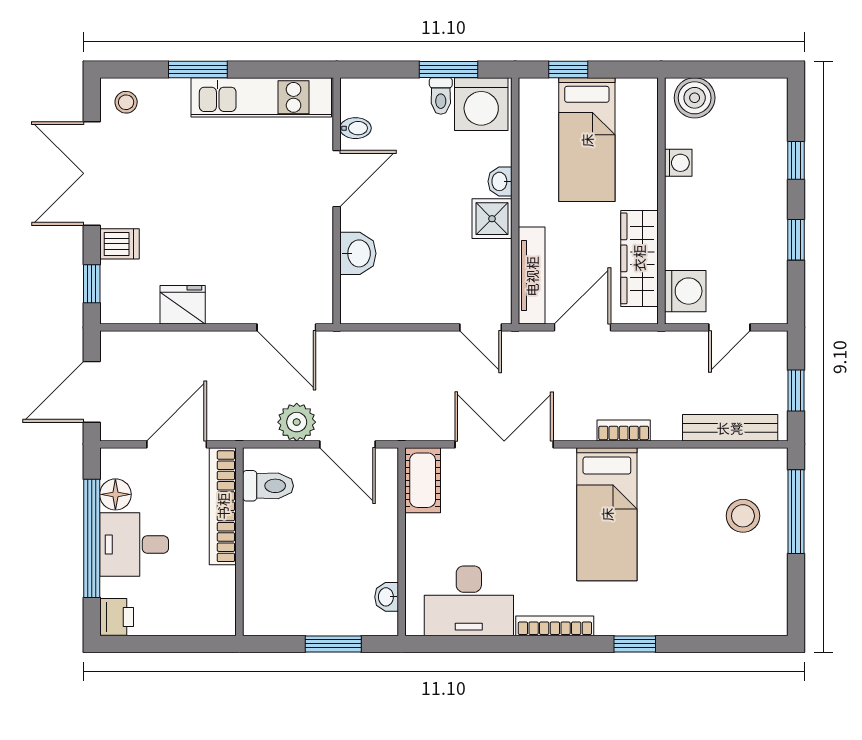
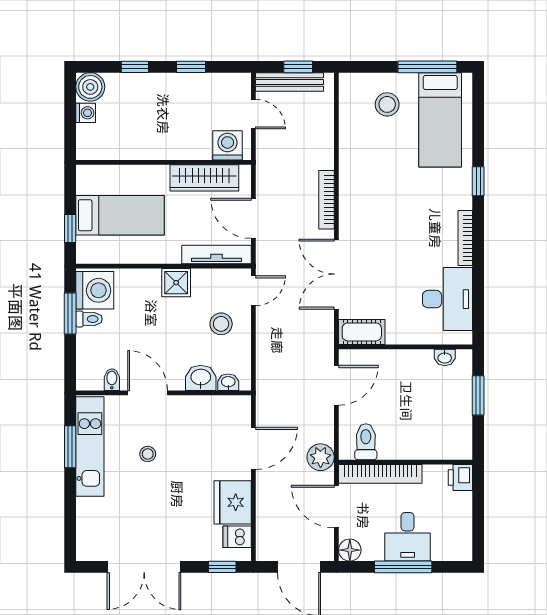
window: (198, 69) -> (70, 447), moved
boiler: (695, 98) -> (90, 87), moved
stool: (126, 102) -> (148, 454), moved
washing machine: (678, 163) -> (86, 113), moved, turned 90
washbasin: (500, 181) -> (228, 382), moved, turned 180
dishwasher: (119, 244) -> (237, 537), moved, turned -90
stool: (434, 282) -> (221, 324), added
fridge: (183, 305) -> (233, 502), width x1.36, depth x1.34
door: (286, 327) -> (253, 448), moved
plant: (297, 422) -> (321, 457), moved
bench: (730, 428) -> (289, 82), moved, turned 90
bookcase: (624, 430) -> (326, 200), width x1.56
floor lamp: (115, 494) -> (350, 550), moved
window: (796, 512) -> (427, 67), moved
bed: (607, 514) -> (440, 120), moved, turned 90
window: (92, 538) -> (403, 567), width x0.68
printer: (117, 617) -> (460, 478), moved, turned -90

